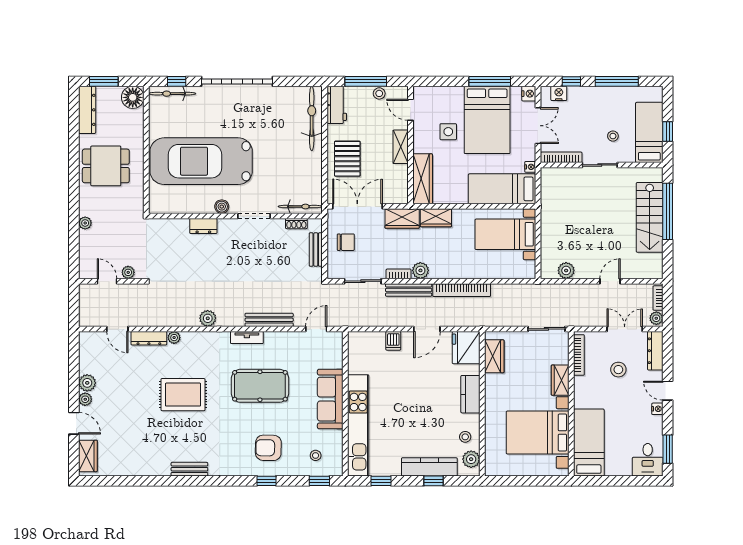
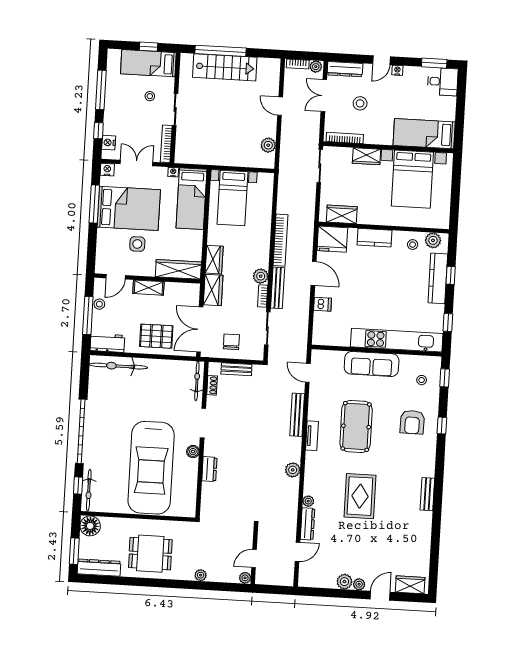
dining table: (106, 166) -> (150, 554), turned 90
plant: (128, 272) -> (245, 578), moved

